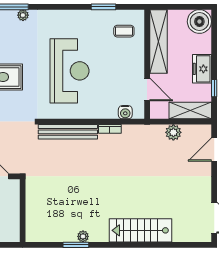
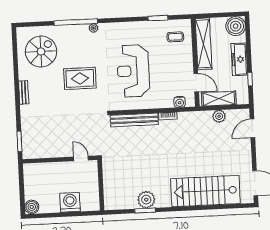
freezer: (202, 69) -> (239, 59), width x1.40
reception desk: (70, 71) -> (133, 71), turned 180
shelving: (190, 111) -> (219, 99), moved
stairs: (140, 230) -> (205, 191), width x1.36, depth x1.51
plant: (83, 236) -> (146, 200), width x1.88, depth x1.88

